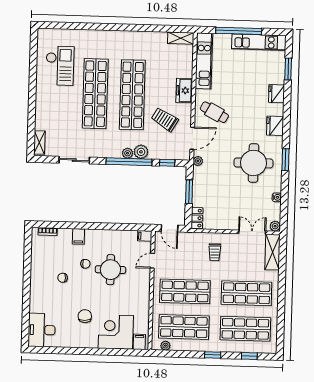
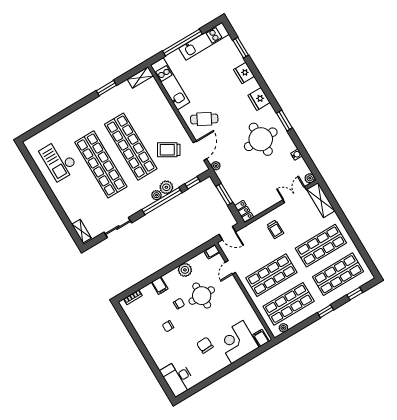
window: (144, 28) -> (106, 88), added
checkout: (60, 66) -> (59, 160), turned 180
freezer: (184, 91) -> (169, 117), removed
plant: (110, 237) -> (185, 270), added

